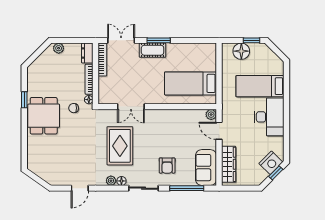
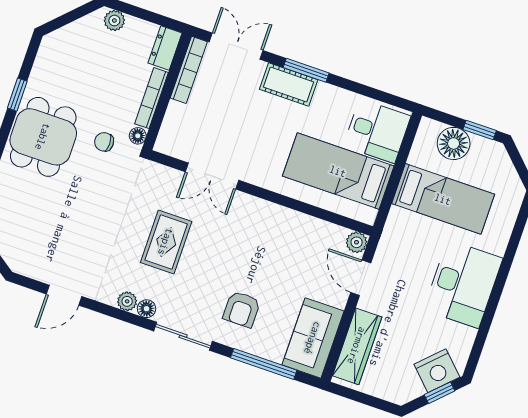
desk: (203, 58) -> (377, 131), added
bed: (260, 86) -> (443, 199), moved, turned 180
rug: (120, 146) -> (166, 242), width x0.73, depth x0.70

